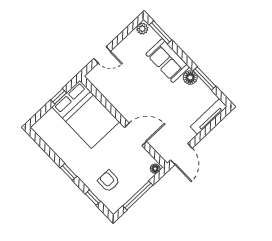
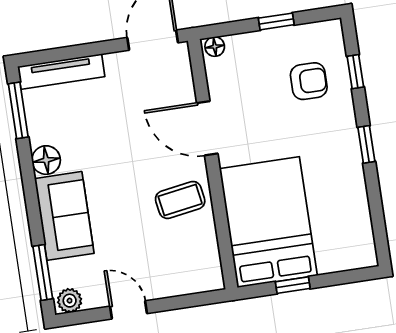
door: (102, 55) -> (129, 310), moved
window: (204, 78) -> (18, 110), moved
coffee table: (126, 99) -> (180, 200), added
armchair: (109, 181) -> (309, 81), turned -90
window: (138, 195) -> (276, 21), width x0.46

